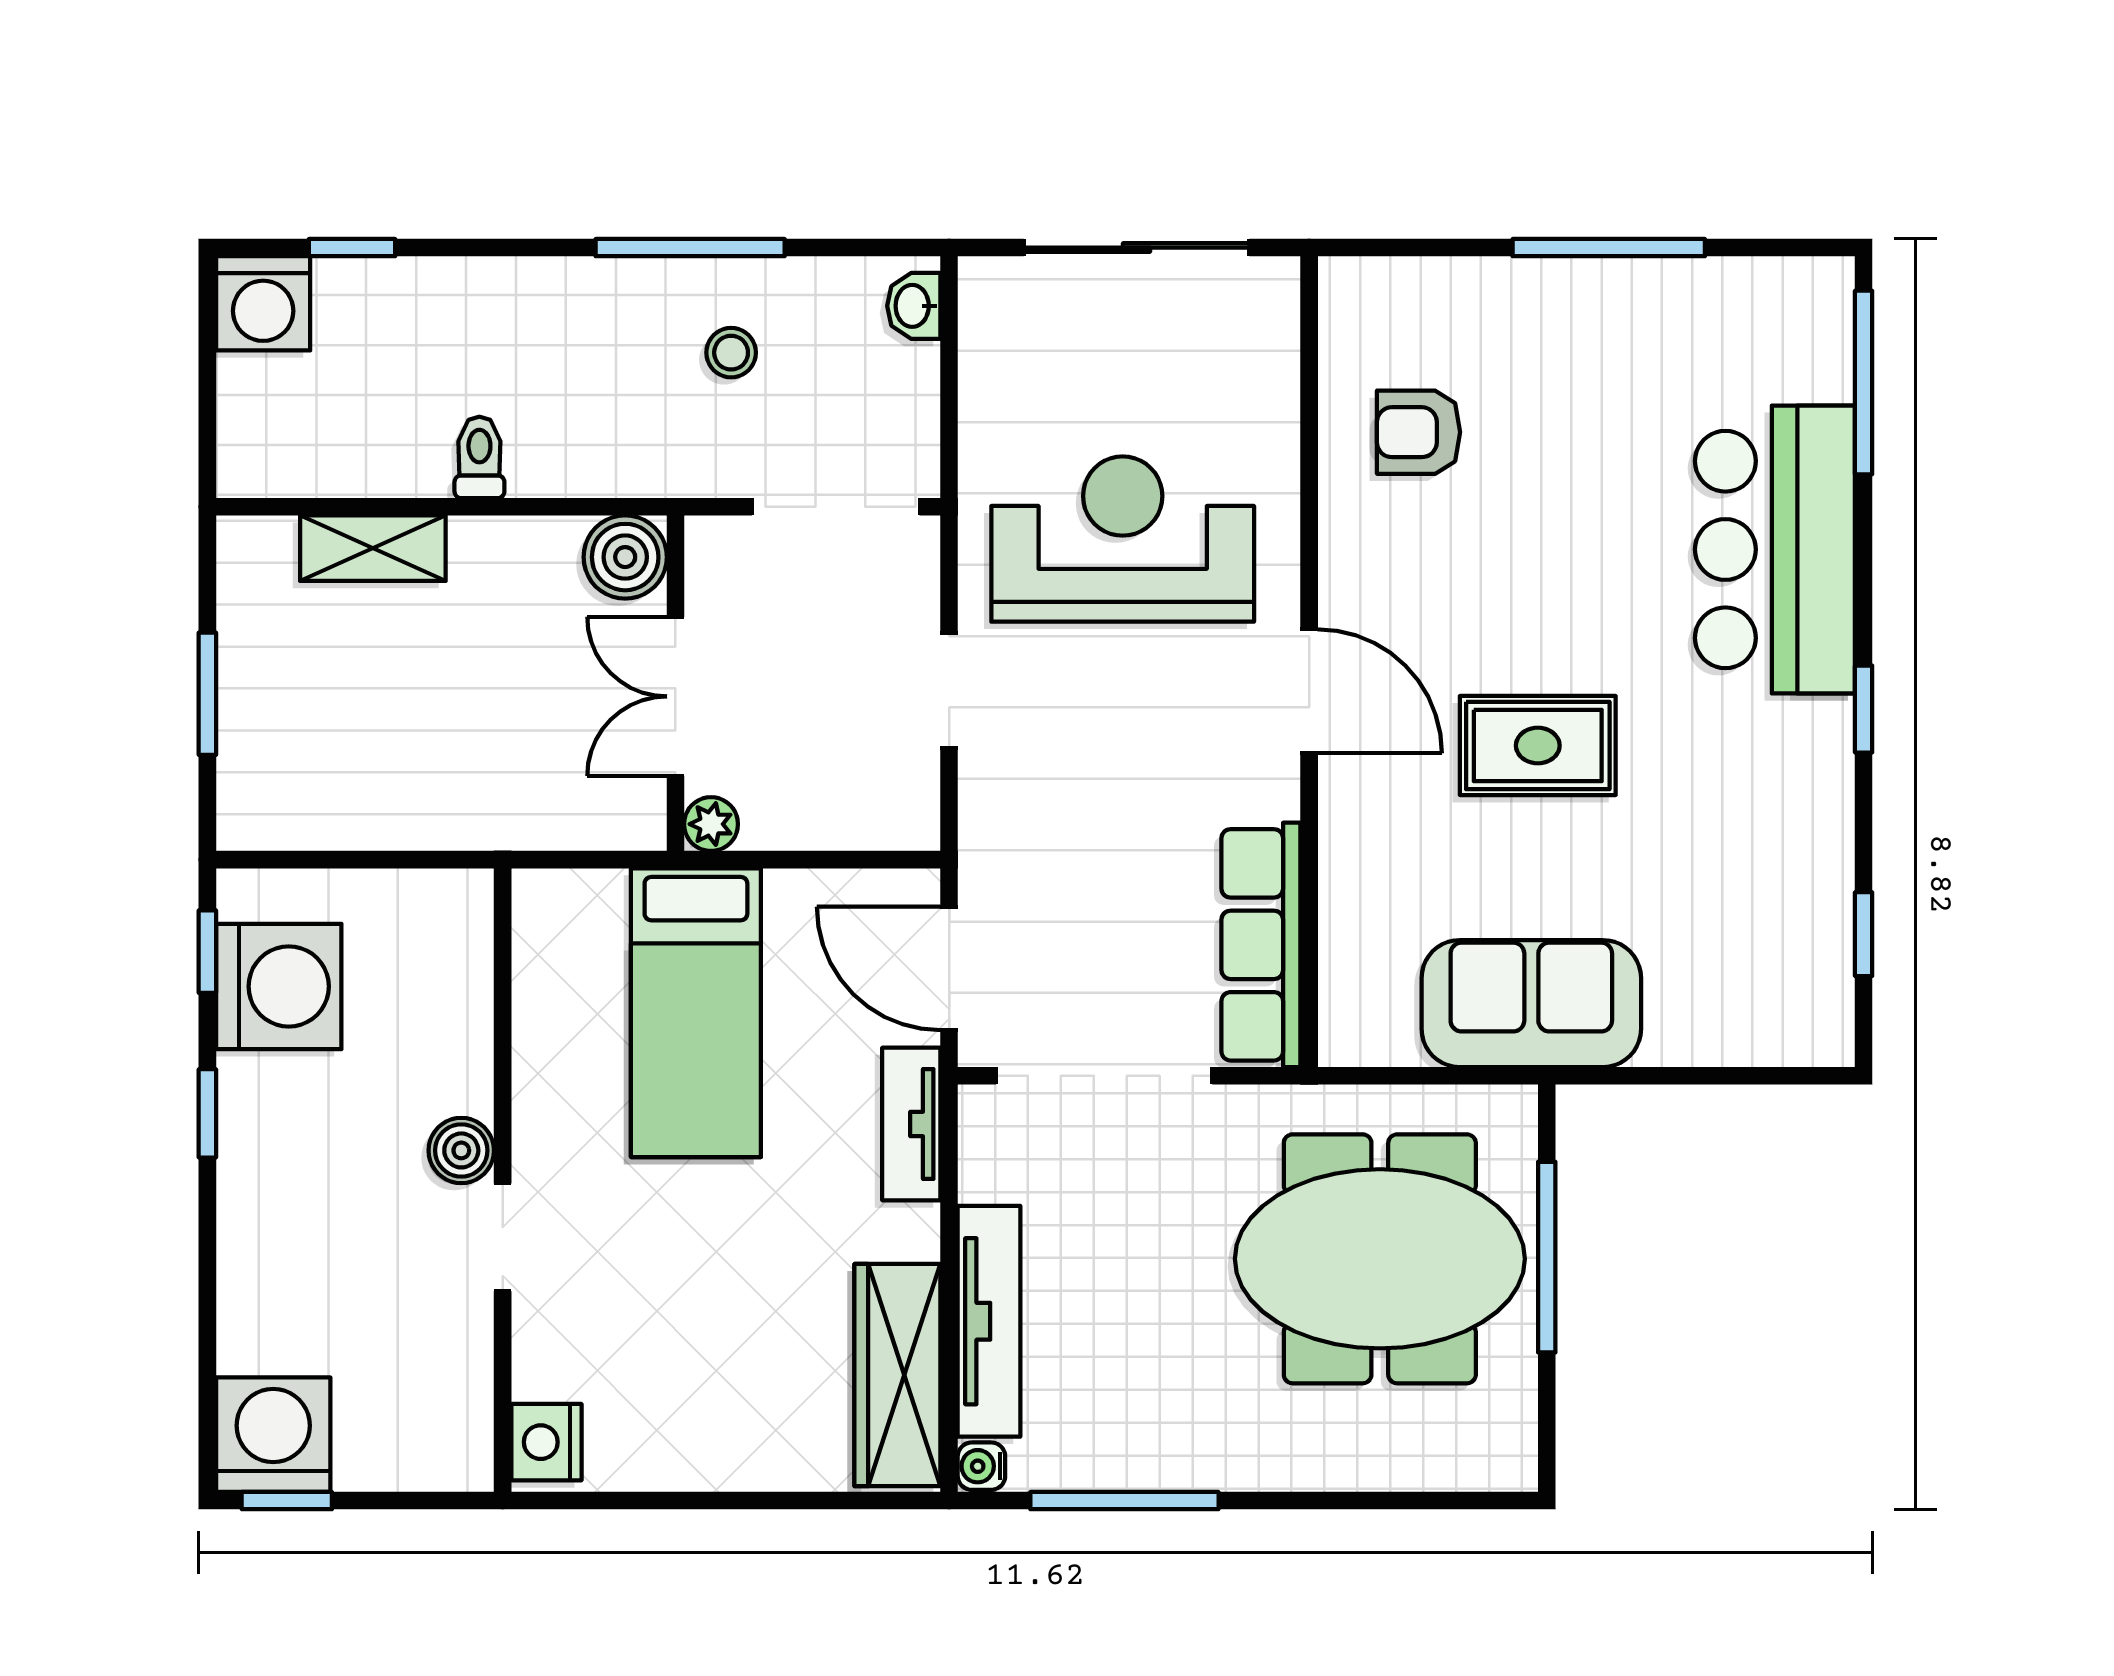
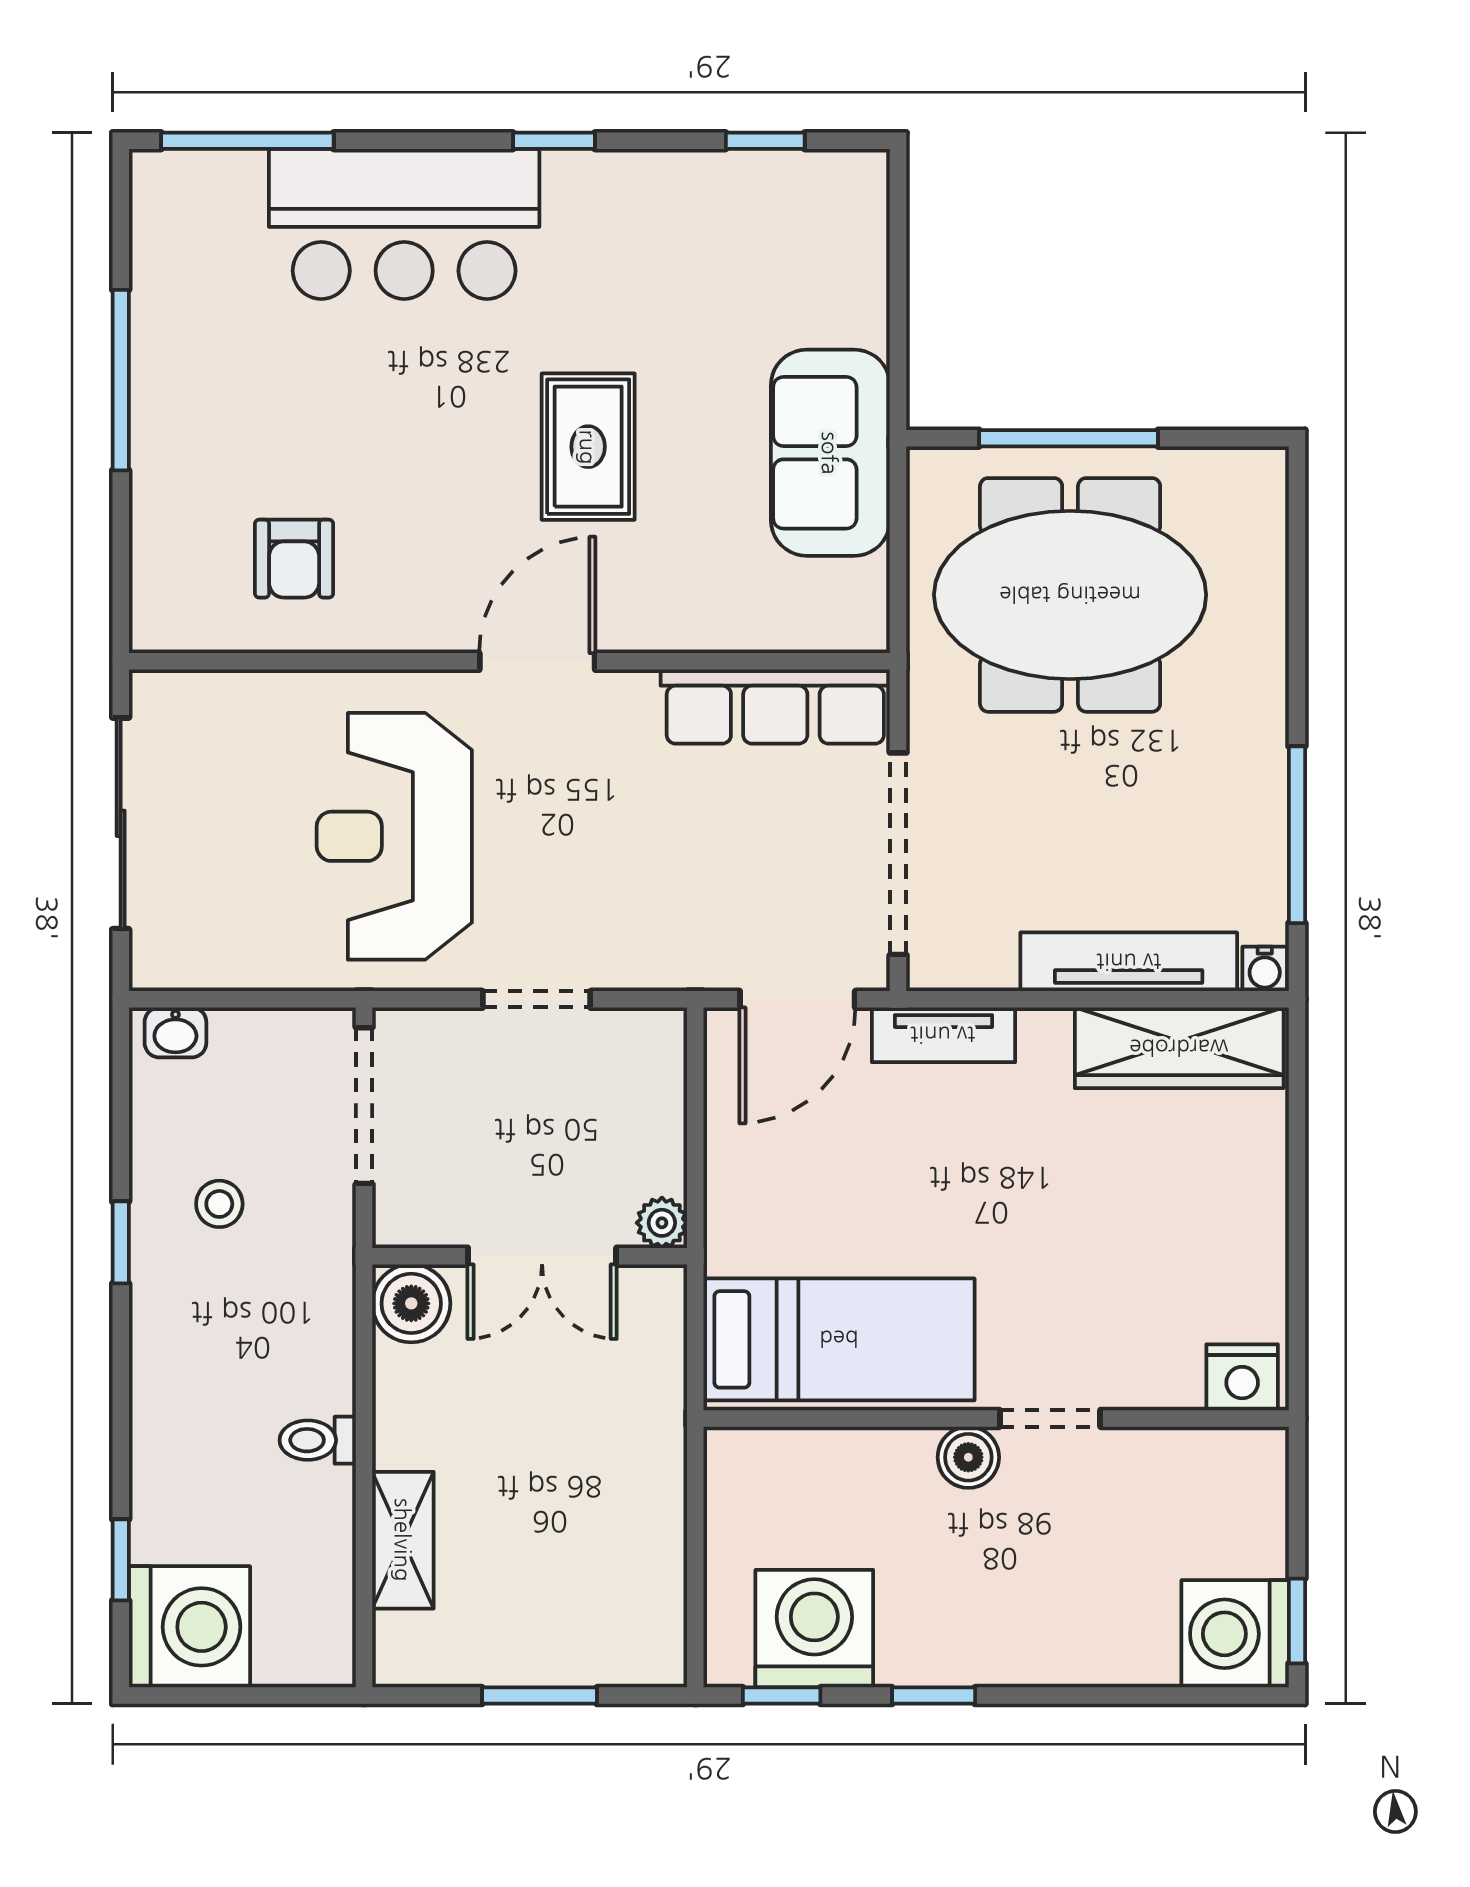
window: (690, 248) -> (121, 1242), width x0.46
washing machine: (263, 303) -> (189, 1627), width x1.37, depth x1.37
bed: (696, 1013) -> (839, 1339), moved
meeting table: (1380, 1259) -> (1070, 595), turned 90

